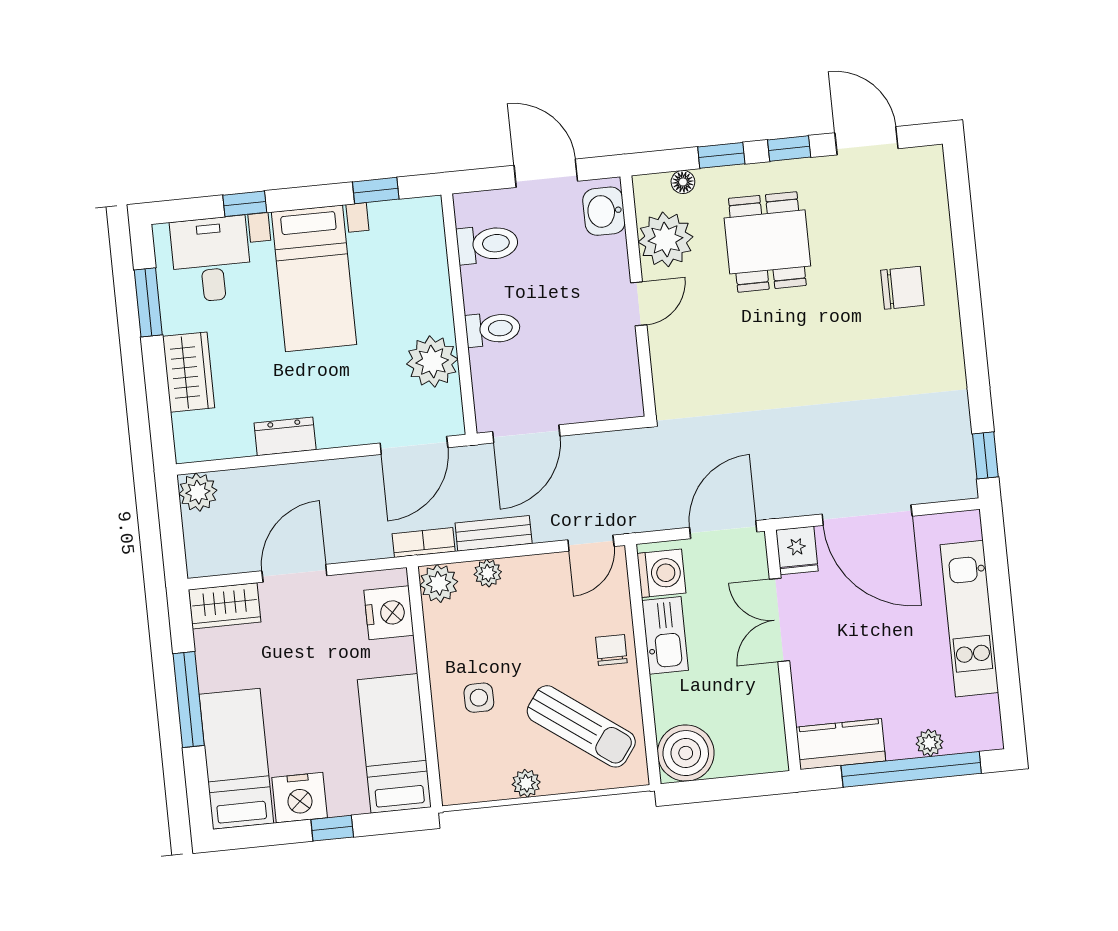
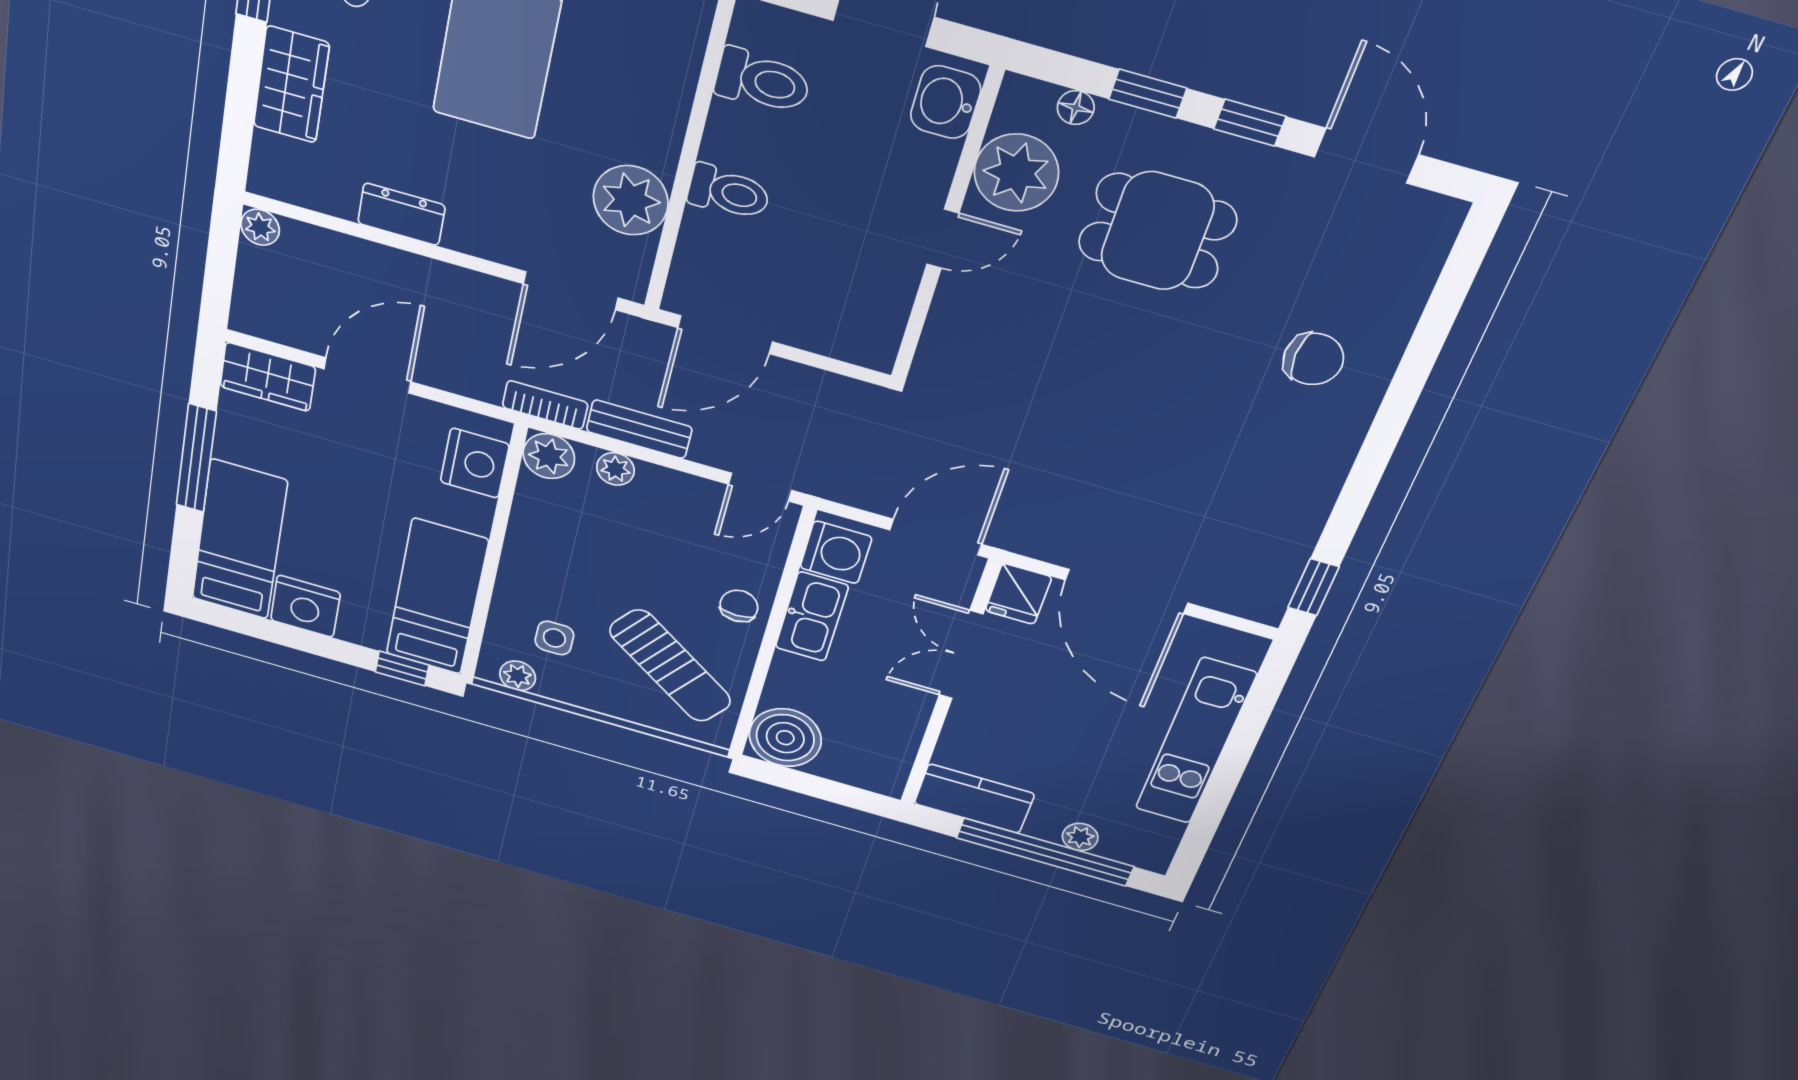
dining table: (767, 242) -> (1157, 231), turned 90
plant: (198, 492) -> (260, 227), width x0.73, depth x0.73
side table: (479, 698) -> (554, 638), moved
plant: (526, 783) -> (518, 676), moved
window: (332, 828) -> (402, 669), moved

